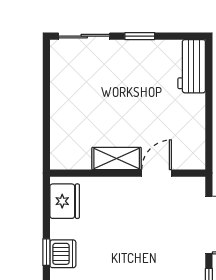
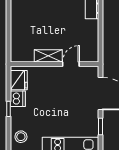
dishwasher: (63, 254) -> (18, 99), moved

